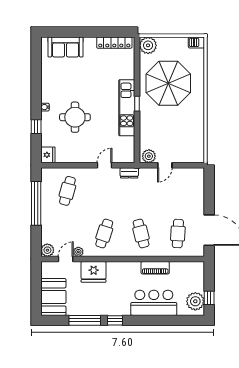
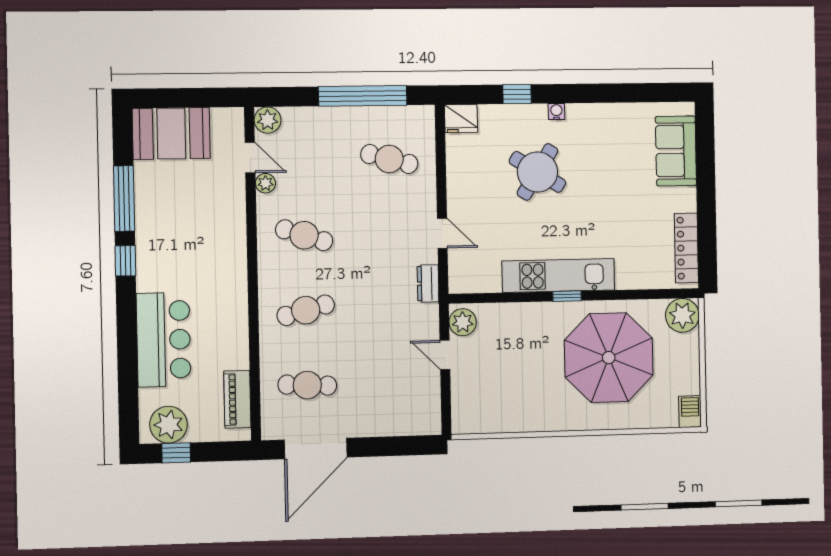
round table: (75, 117) -> (537, 172), turned 32
piano: (155, 268) -> (237, 399), moved
fridge: (94, 272) -> (225, 215), removed

